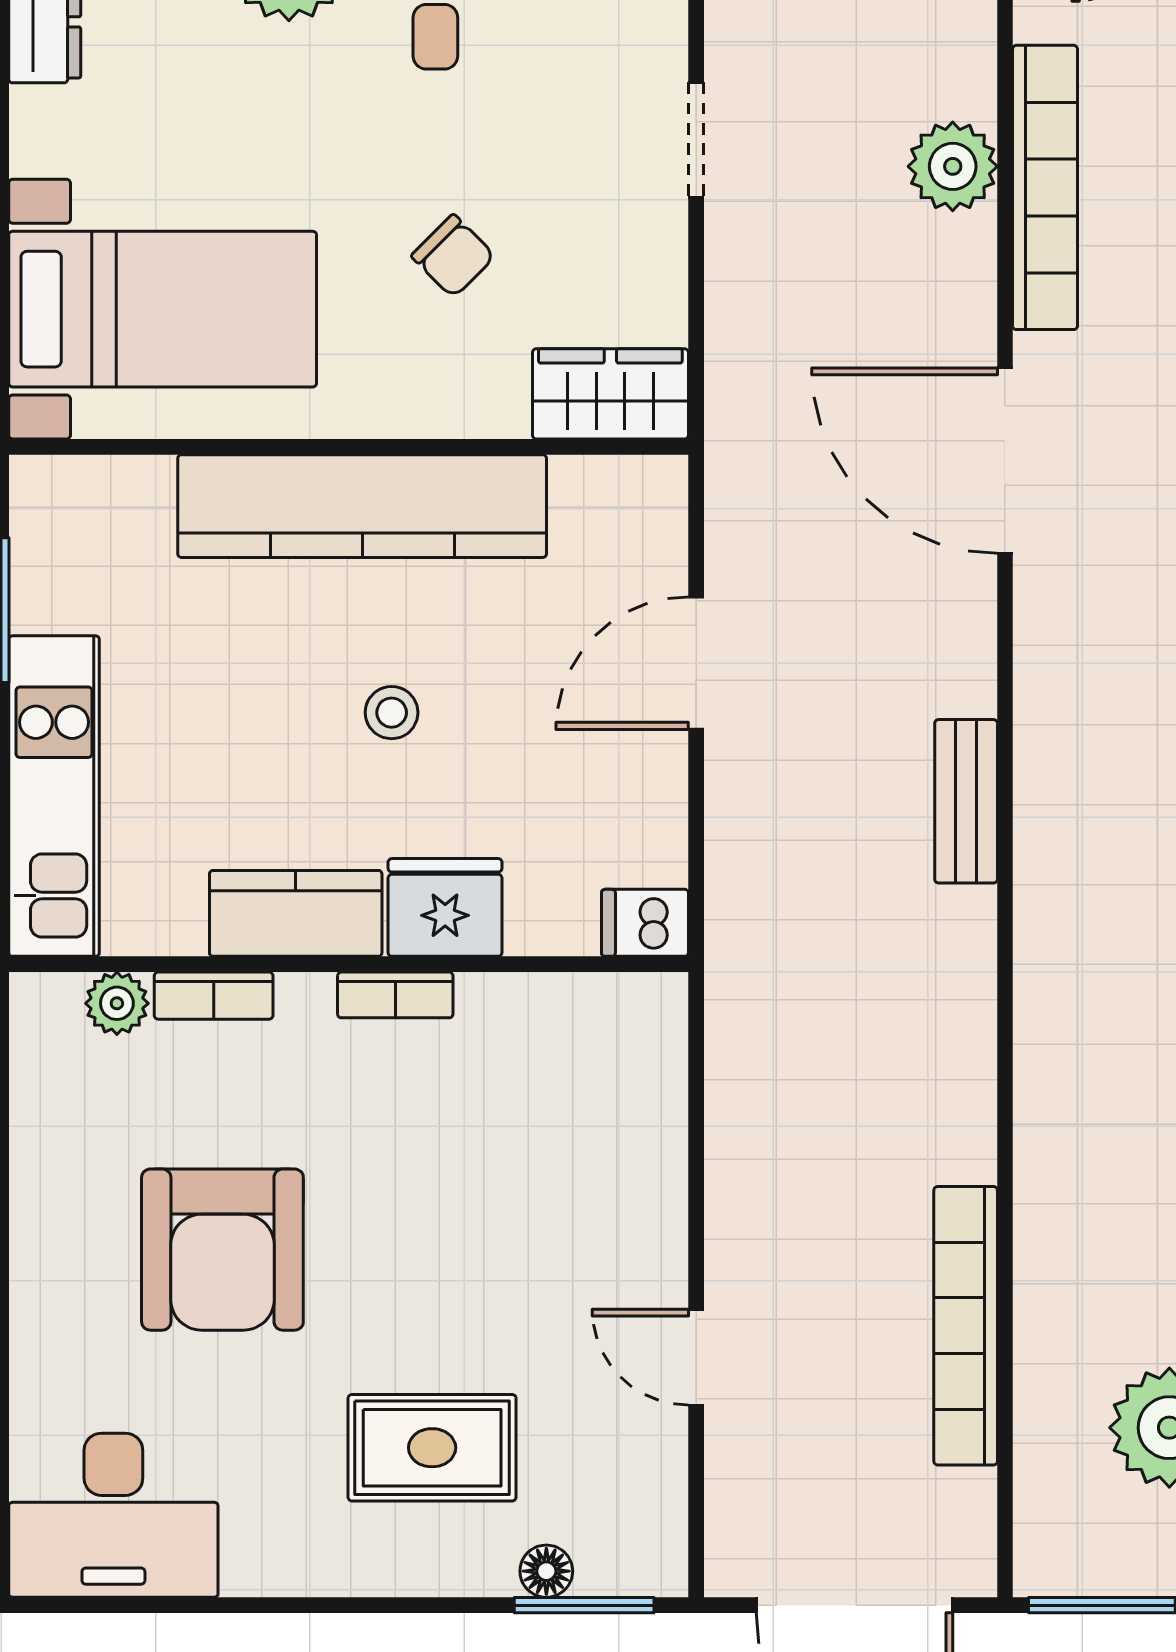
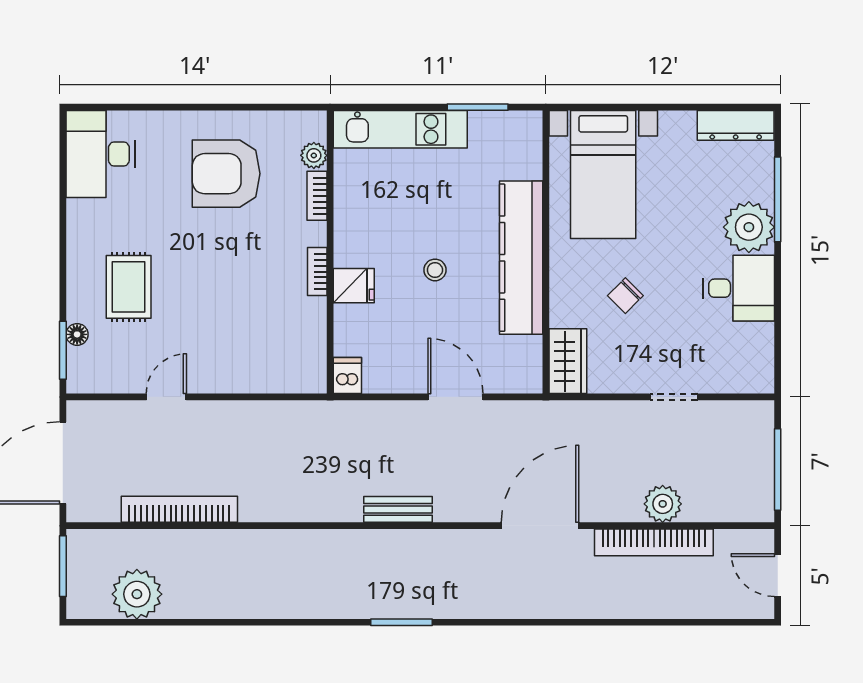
fridge: (445, 907) -> (354, 286), width x0.72
kitchen counter: (296, 913) -> (351, 230), removed
armchair: (222, 1250) -> (226, 174), moved

